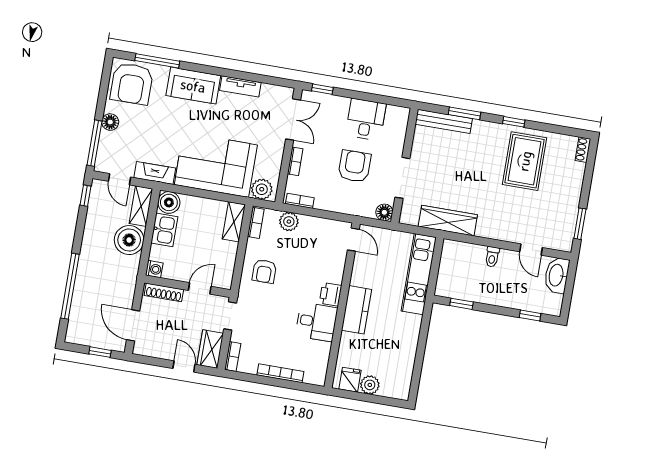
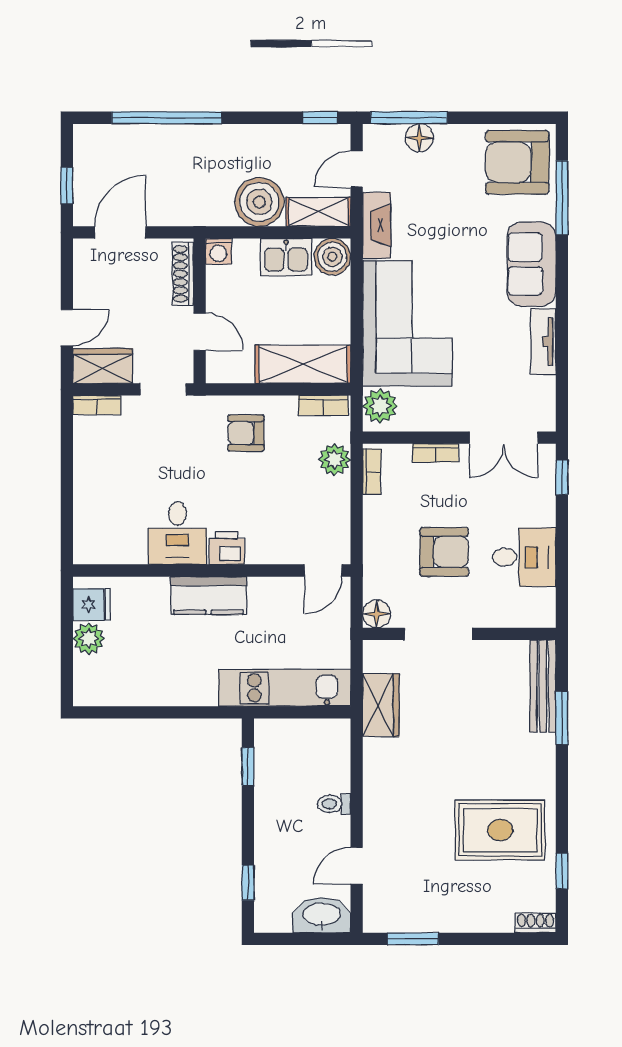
floor lamp: (110, 122) -> (419, 138), moved
window: (514, 122) -> (562, 871), moved
wardrobe: (448, 221) -> (381, 705), width x0.67
shelving: (234, 222) -> (303, 364), width x1.50, depth x1.33
bookcase: (280, 373) -> (83, 488), removed

